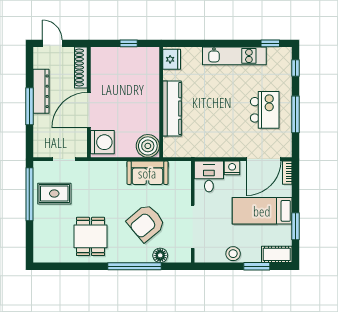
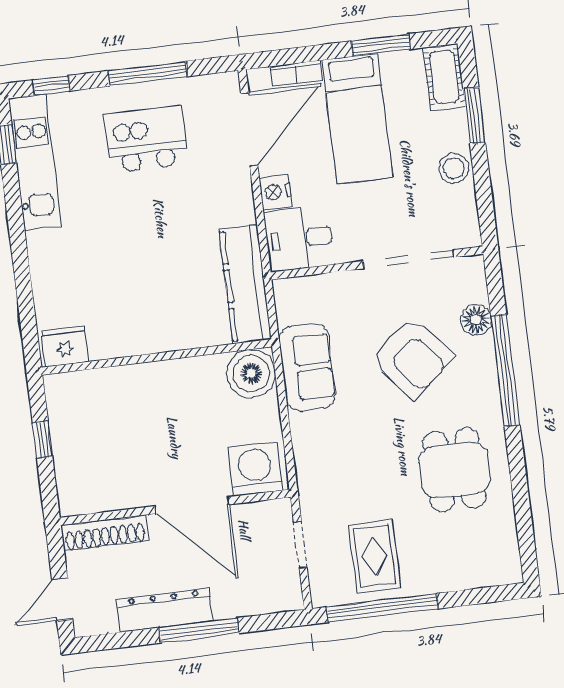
kitchen unit: (234, 56) -> (35, 162), moved
kitchen counter: (172, 109) -> (245, 284), moved, turned -90
door: (263, 159) -> (249, 129), hinge flipped
bookcase: (287, 173) -> (296, 73), moved
dining table: (91, 236) -> (455, 470), turned 90

